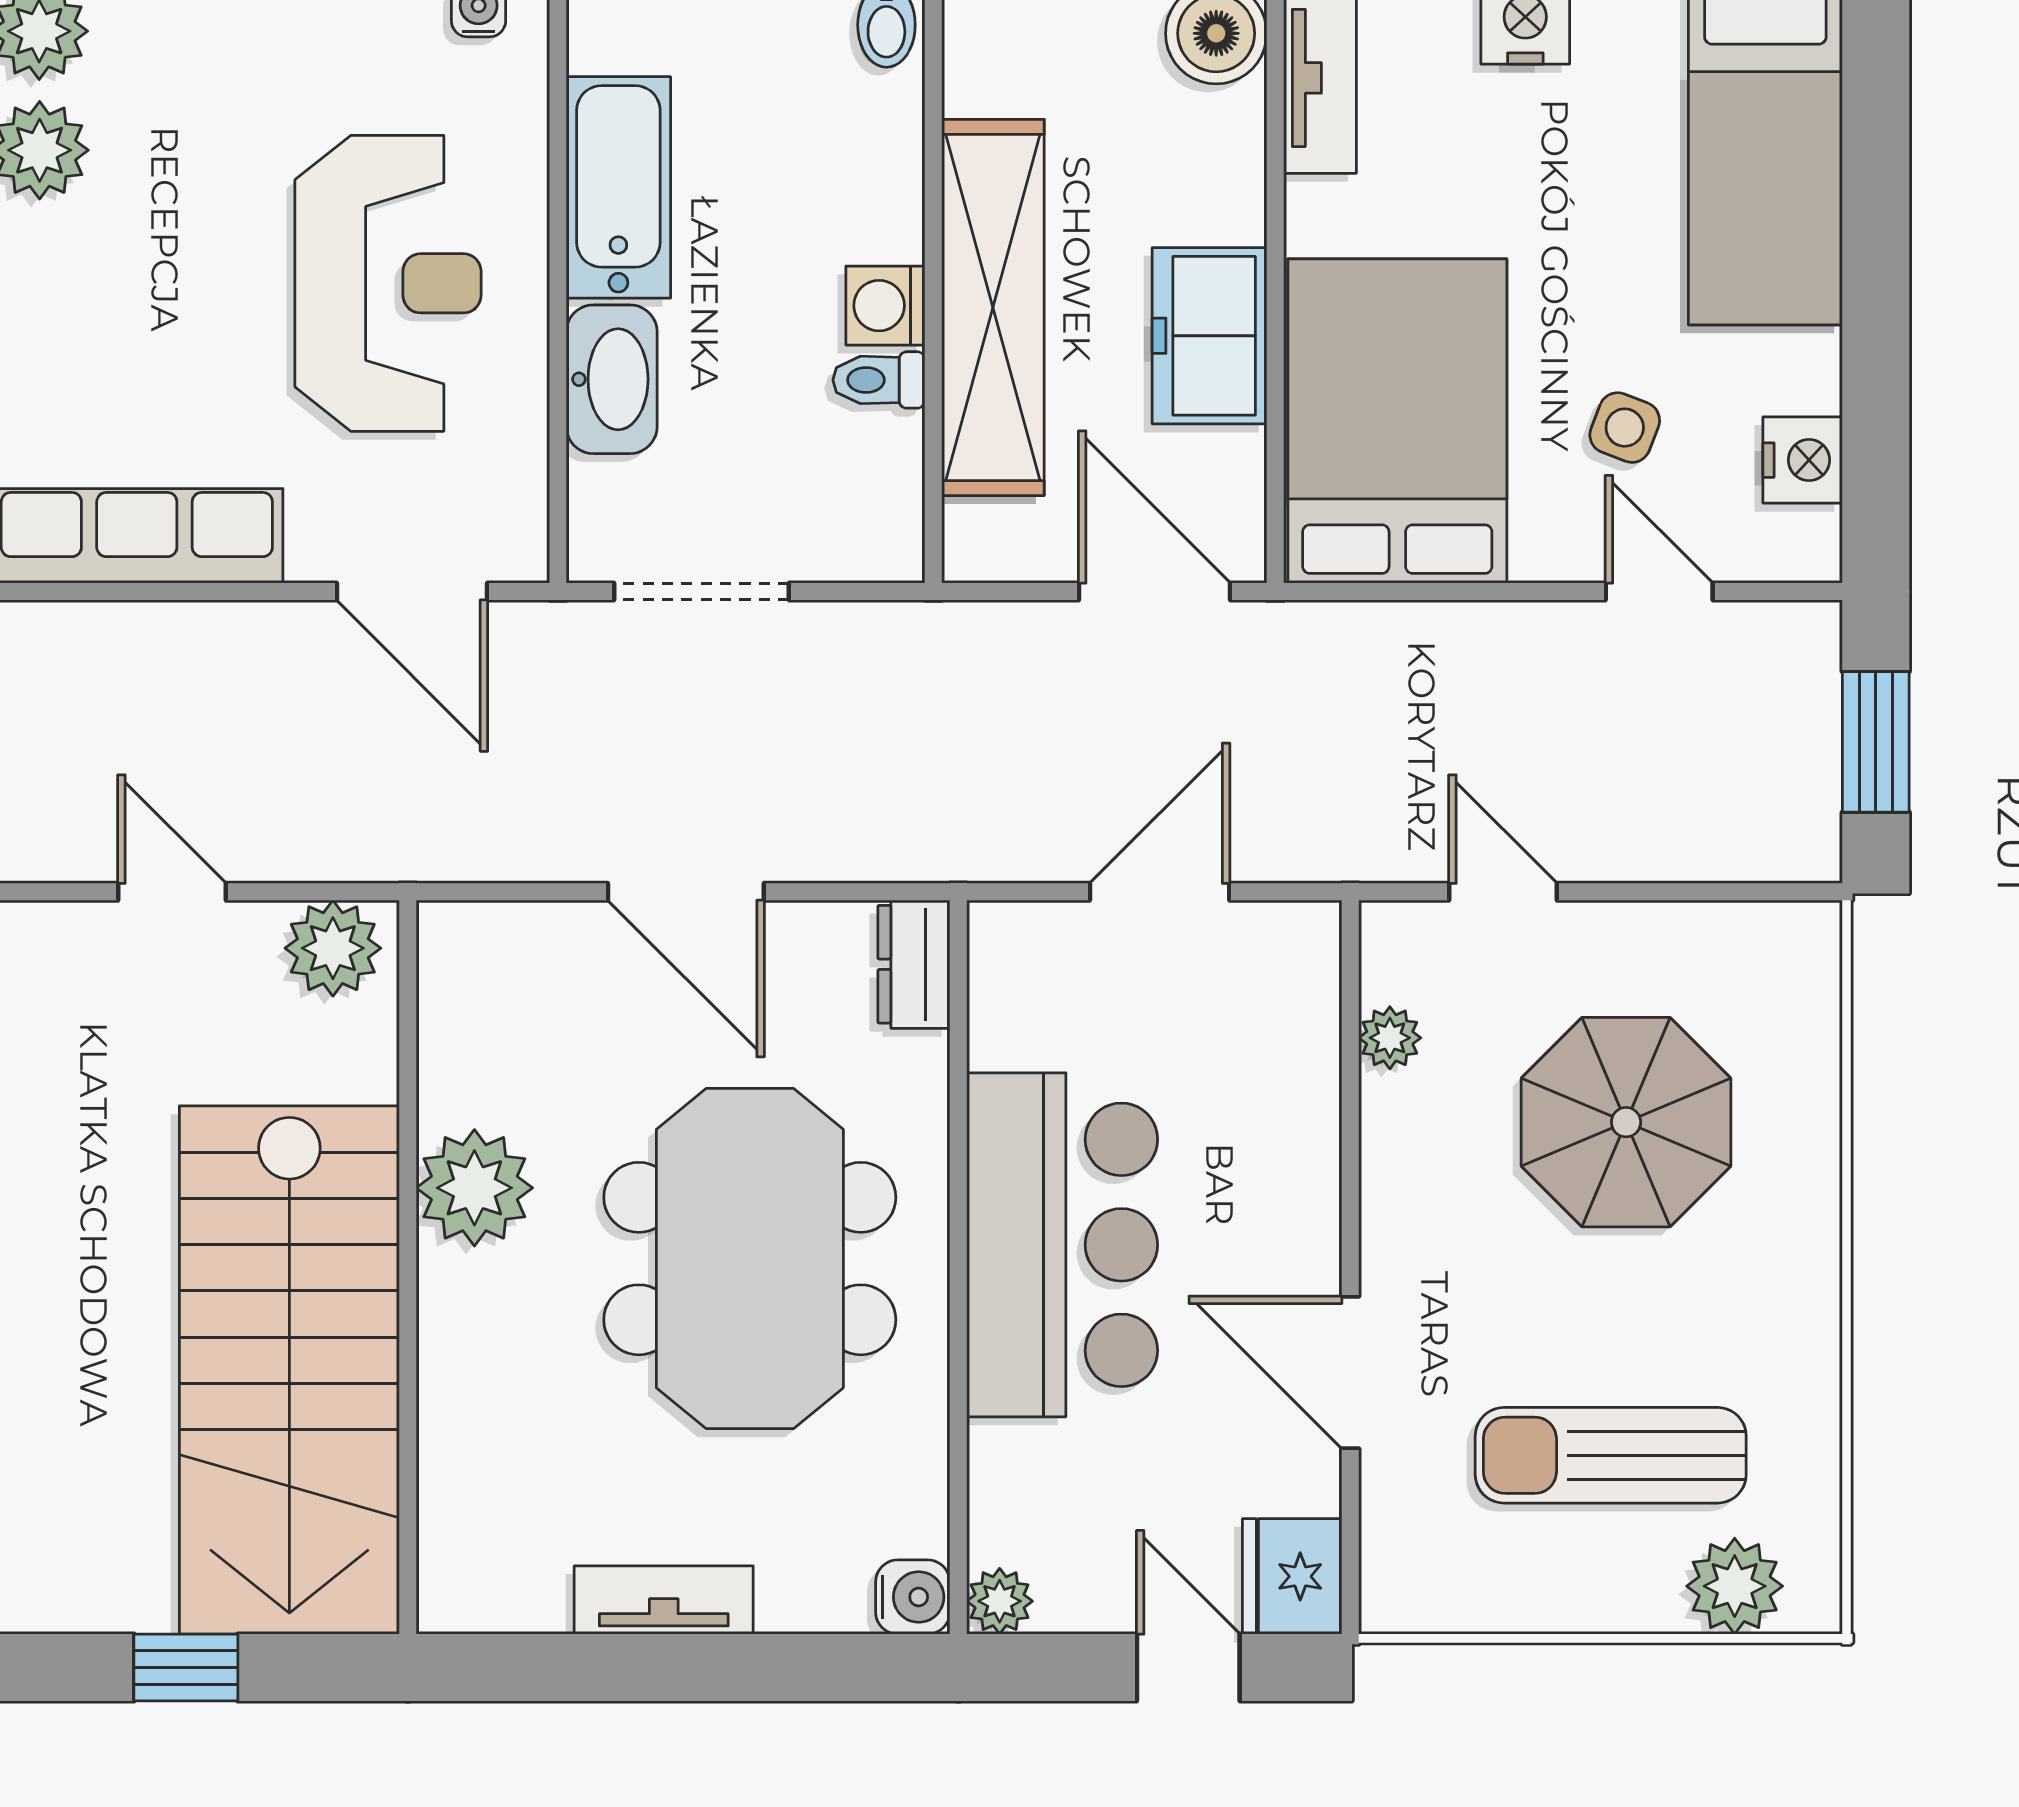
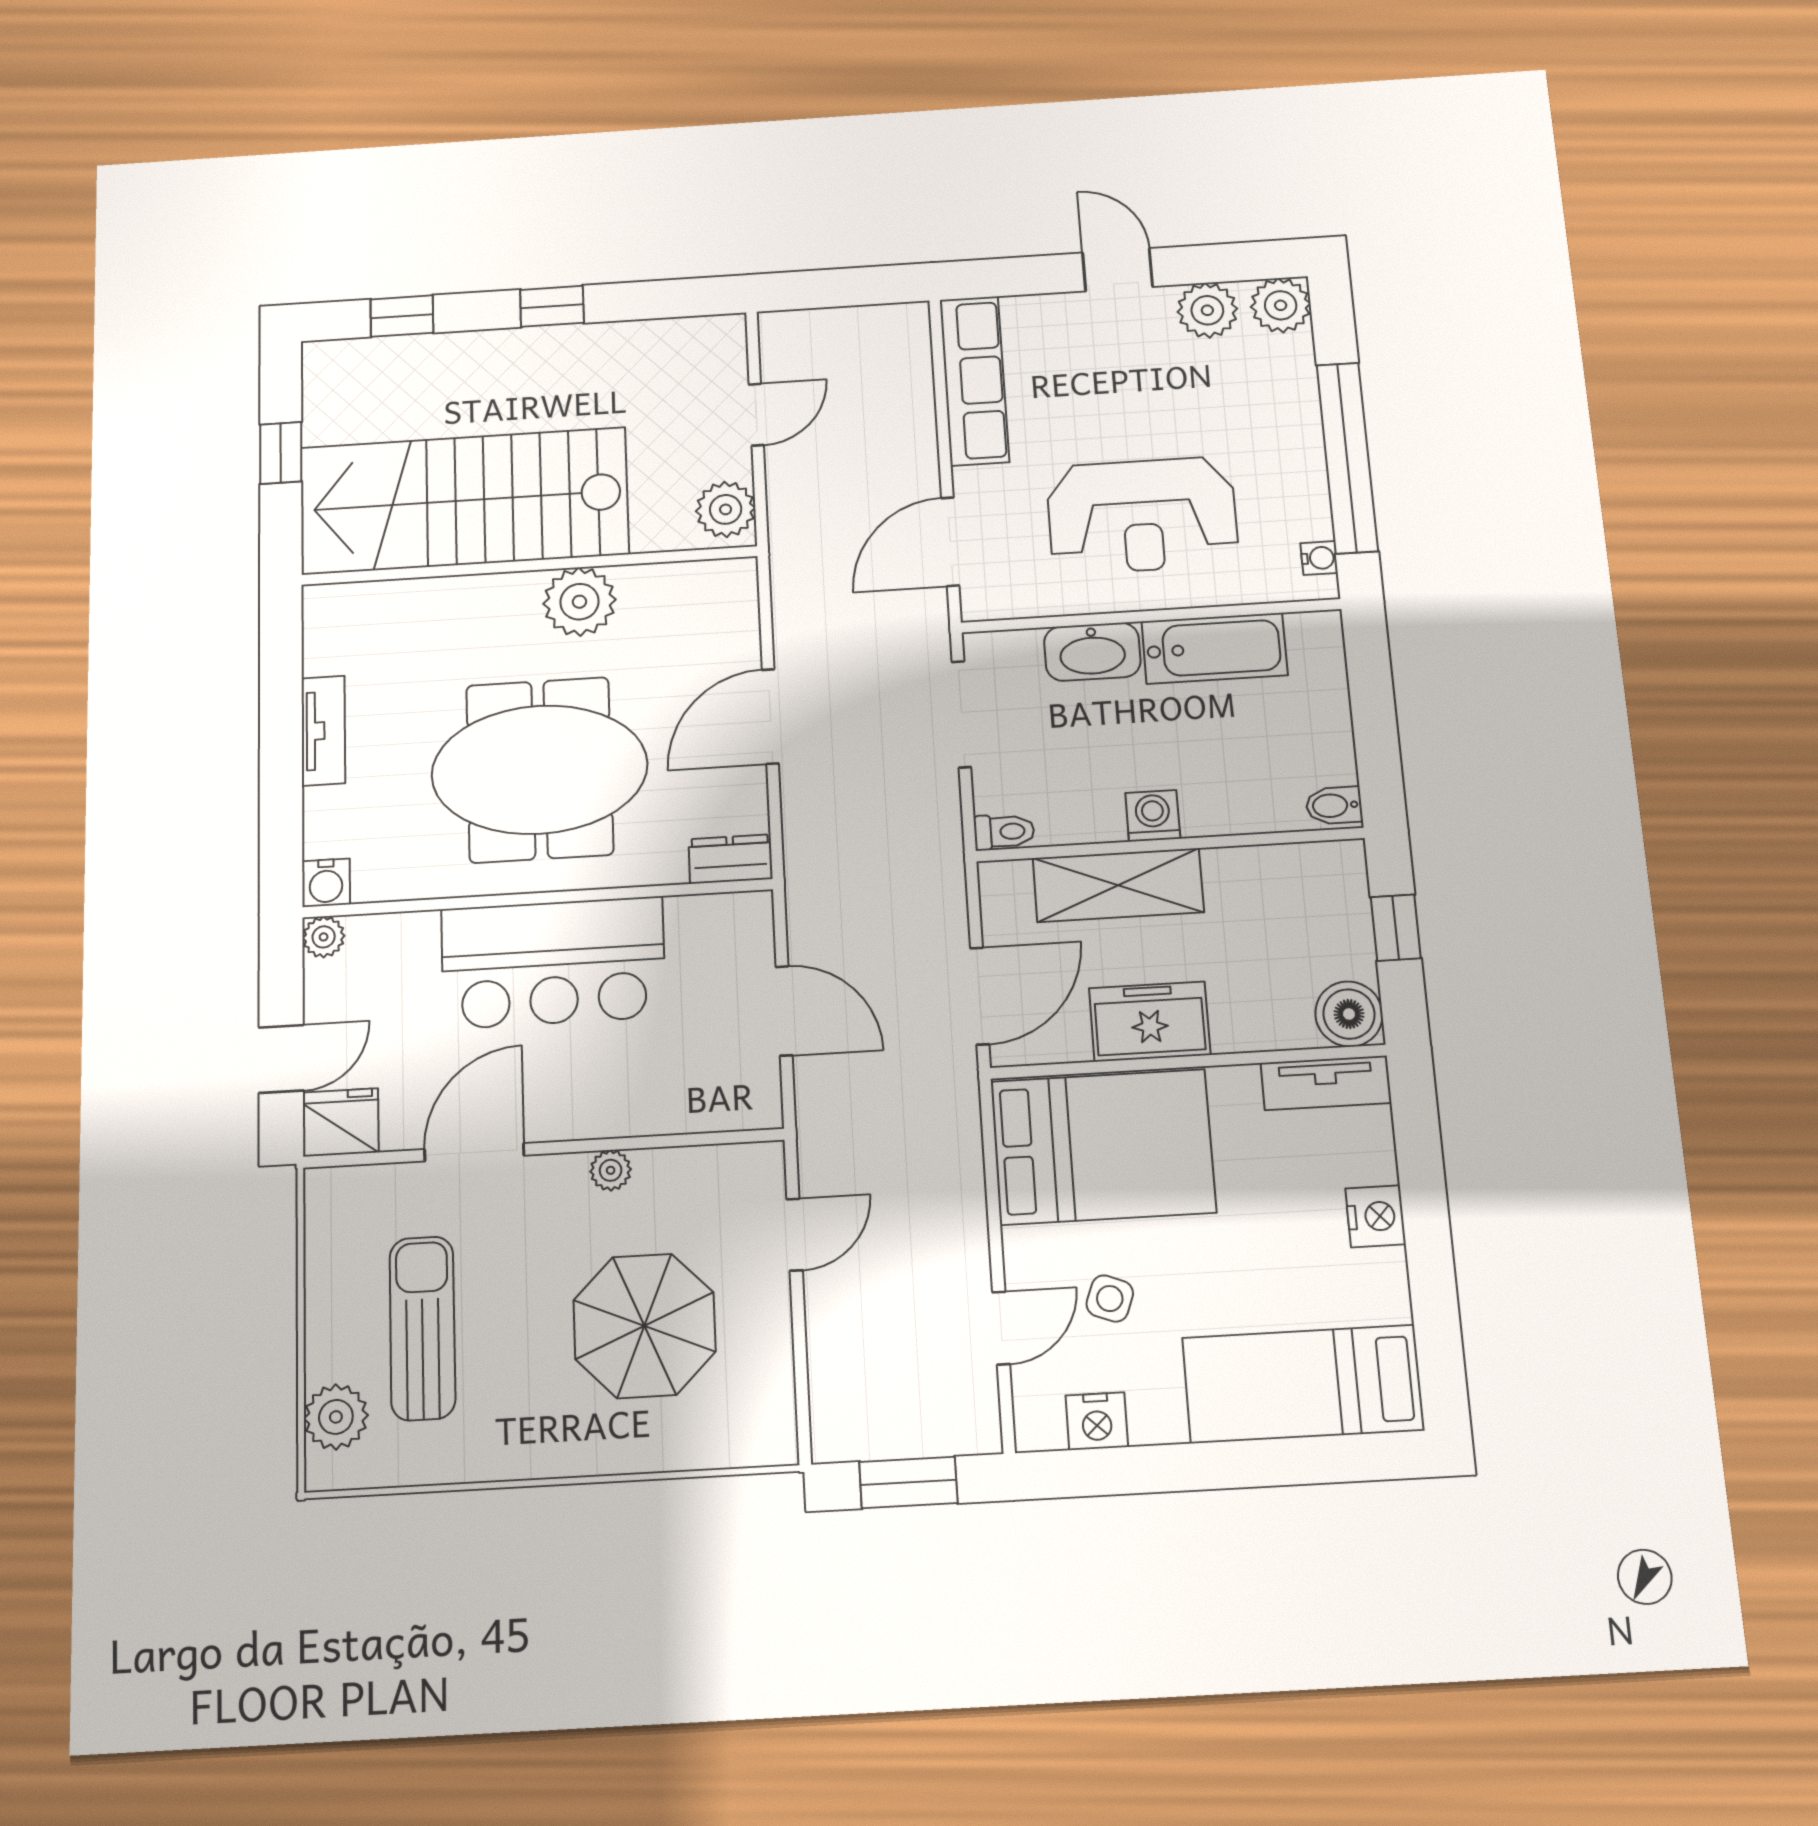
shelving: (993, 307) -> (1118, 885), width x0.68
toilet: (879, 380) -> (1004, 832), moved, turned 90
plant: (1390, 1038) -> (611, 1170), moved

